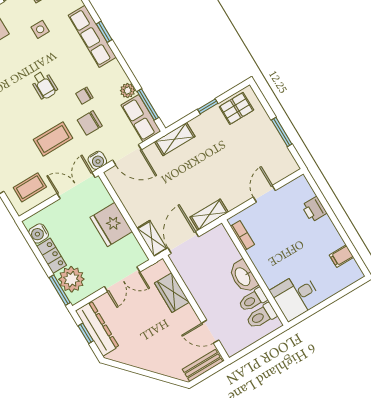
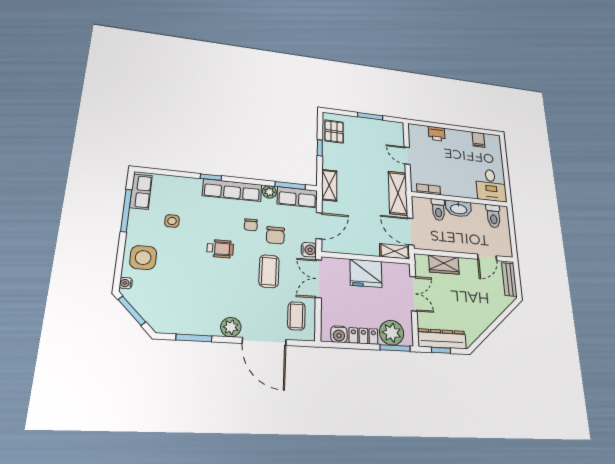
row of seats: (92, 36) -> (232, 190), moved
shelving: (209, 215) -> (398, 193), width x1.50, depth x1.33
toilet: (253, 300) -> (438, 210), moved

